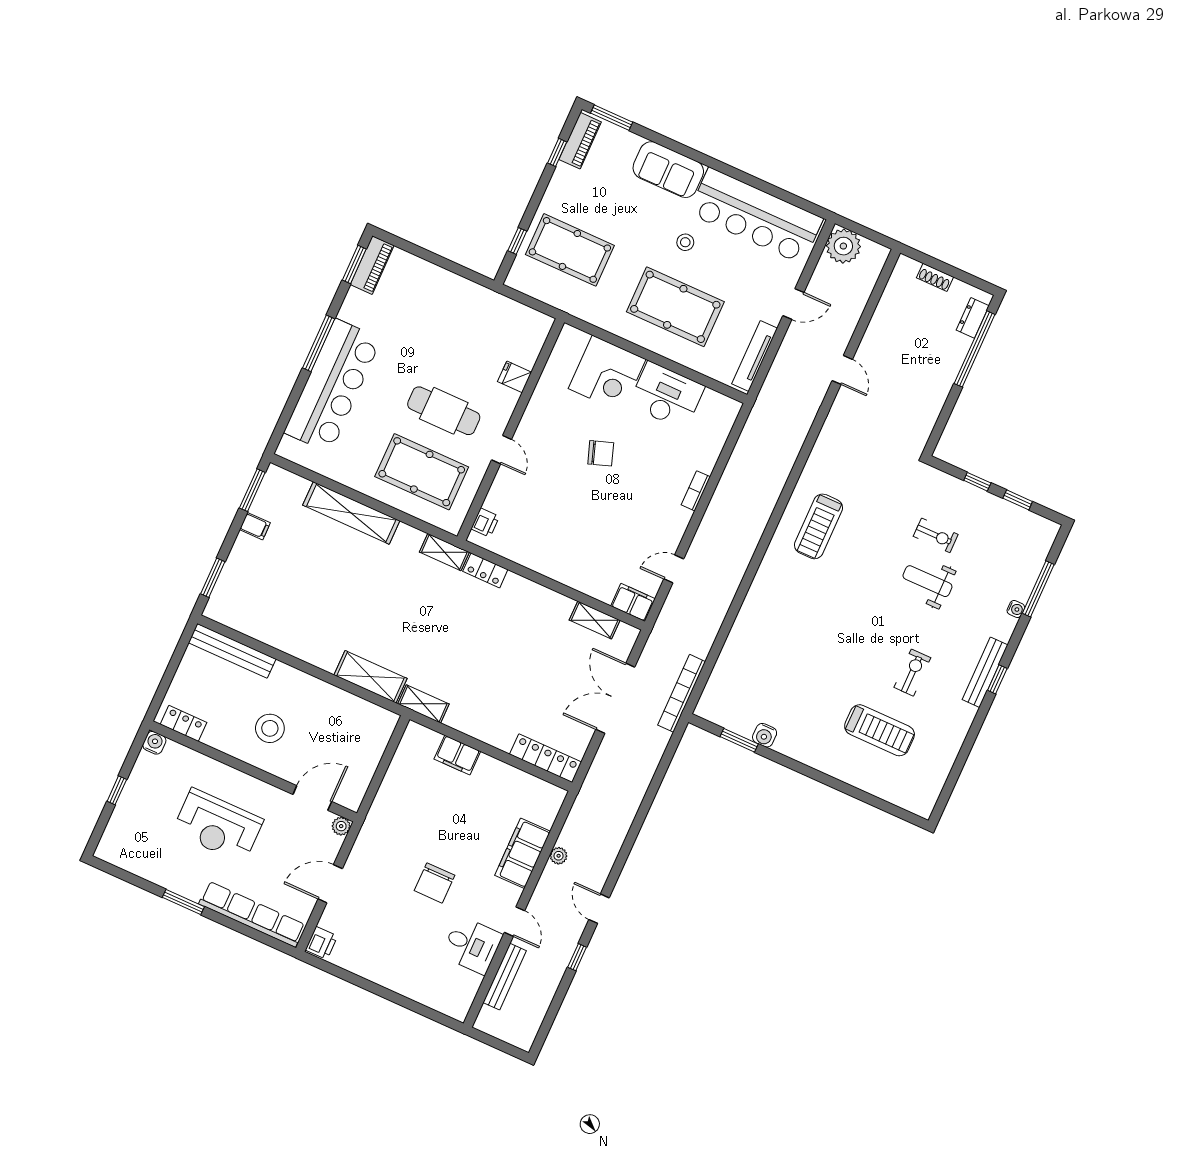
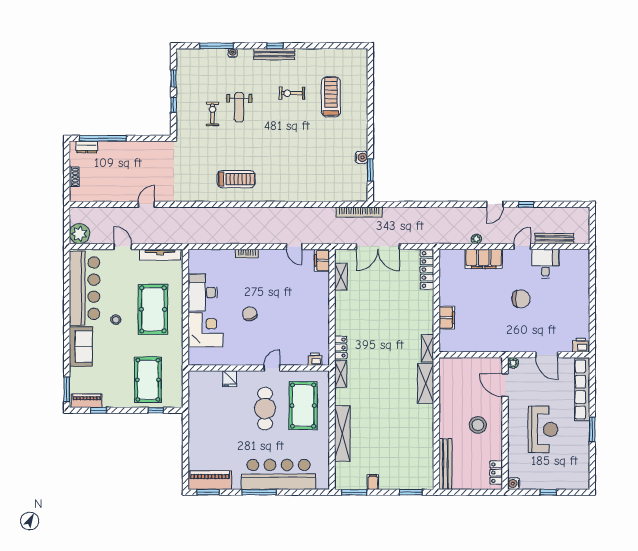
piano: (372, 265) -> (210, 480), width x1.37, depth x1.33

